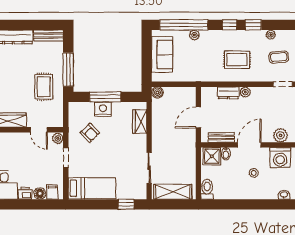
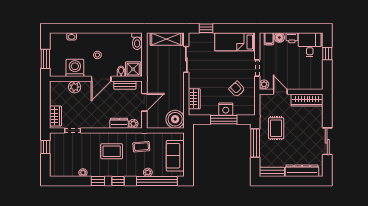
coffee table: (279, 57) -> (141, 147), moved
plant: (245, 92) -> (133, 124), moved
boiler: (157, 93) -> (175, 119), width x1.86, depth x1.86

